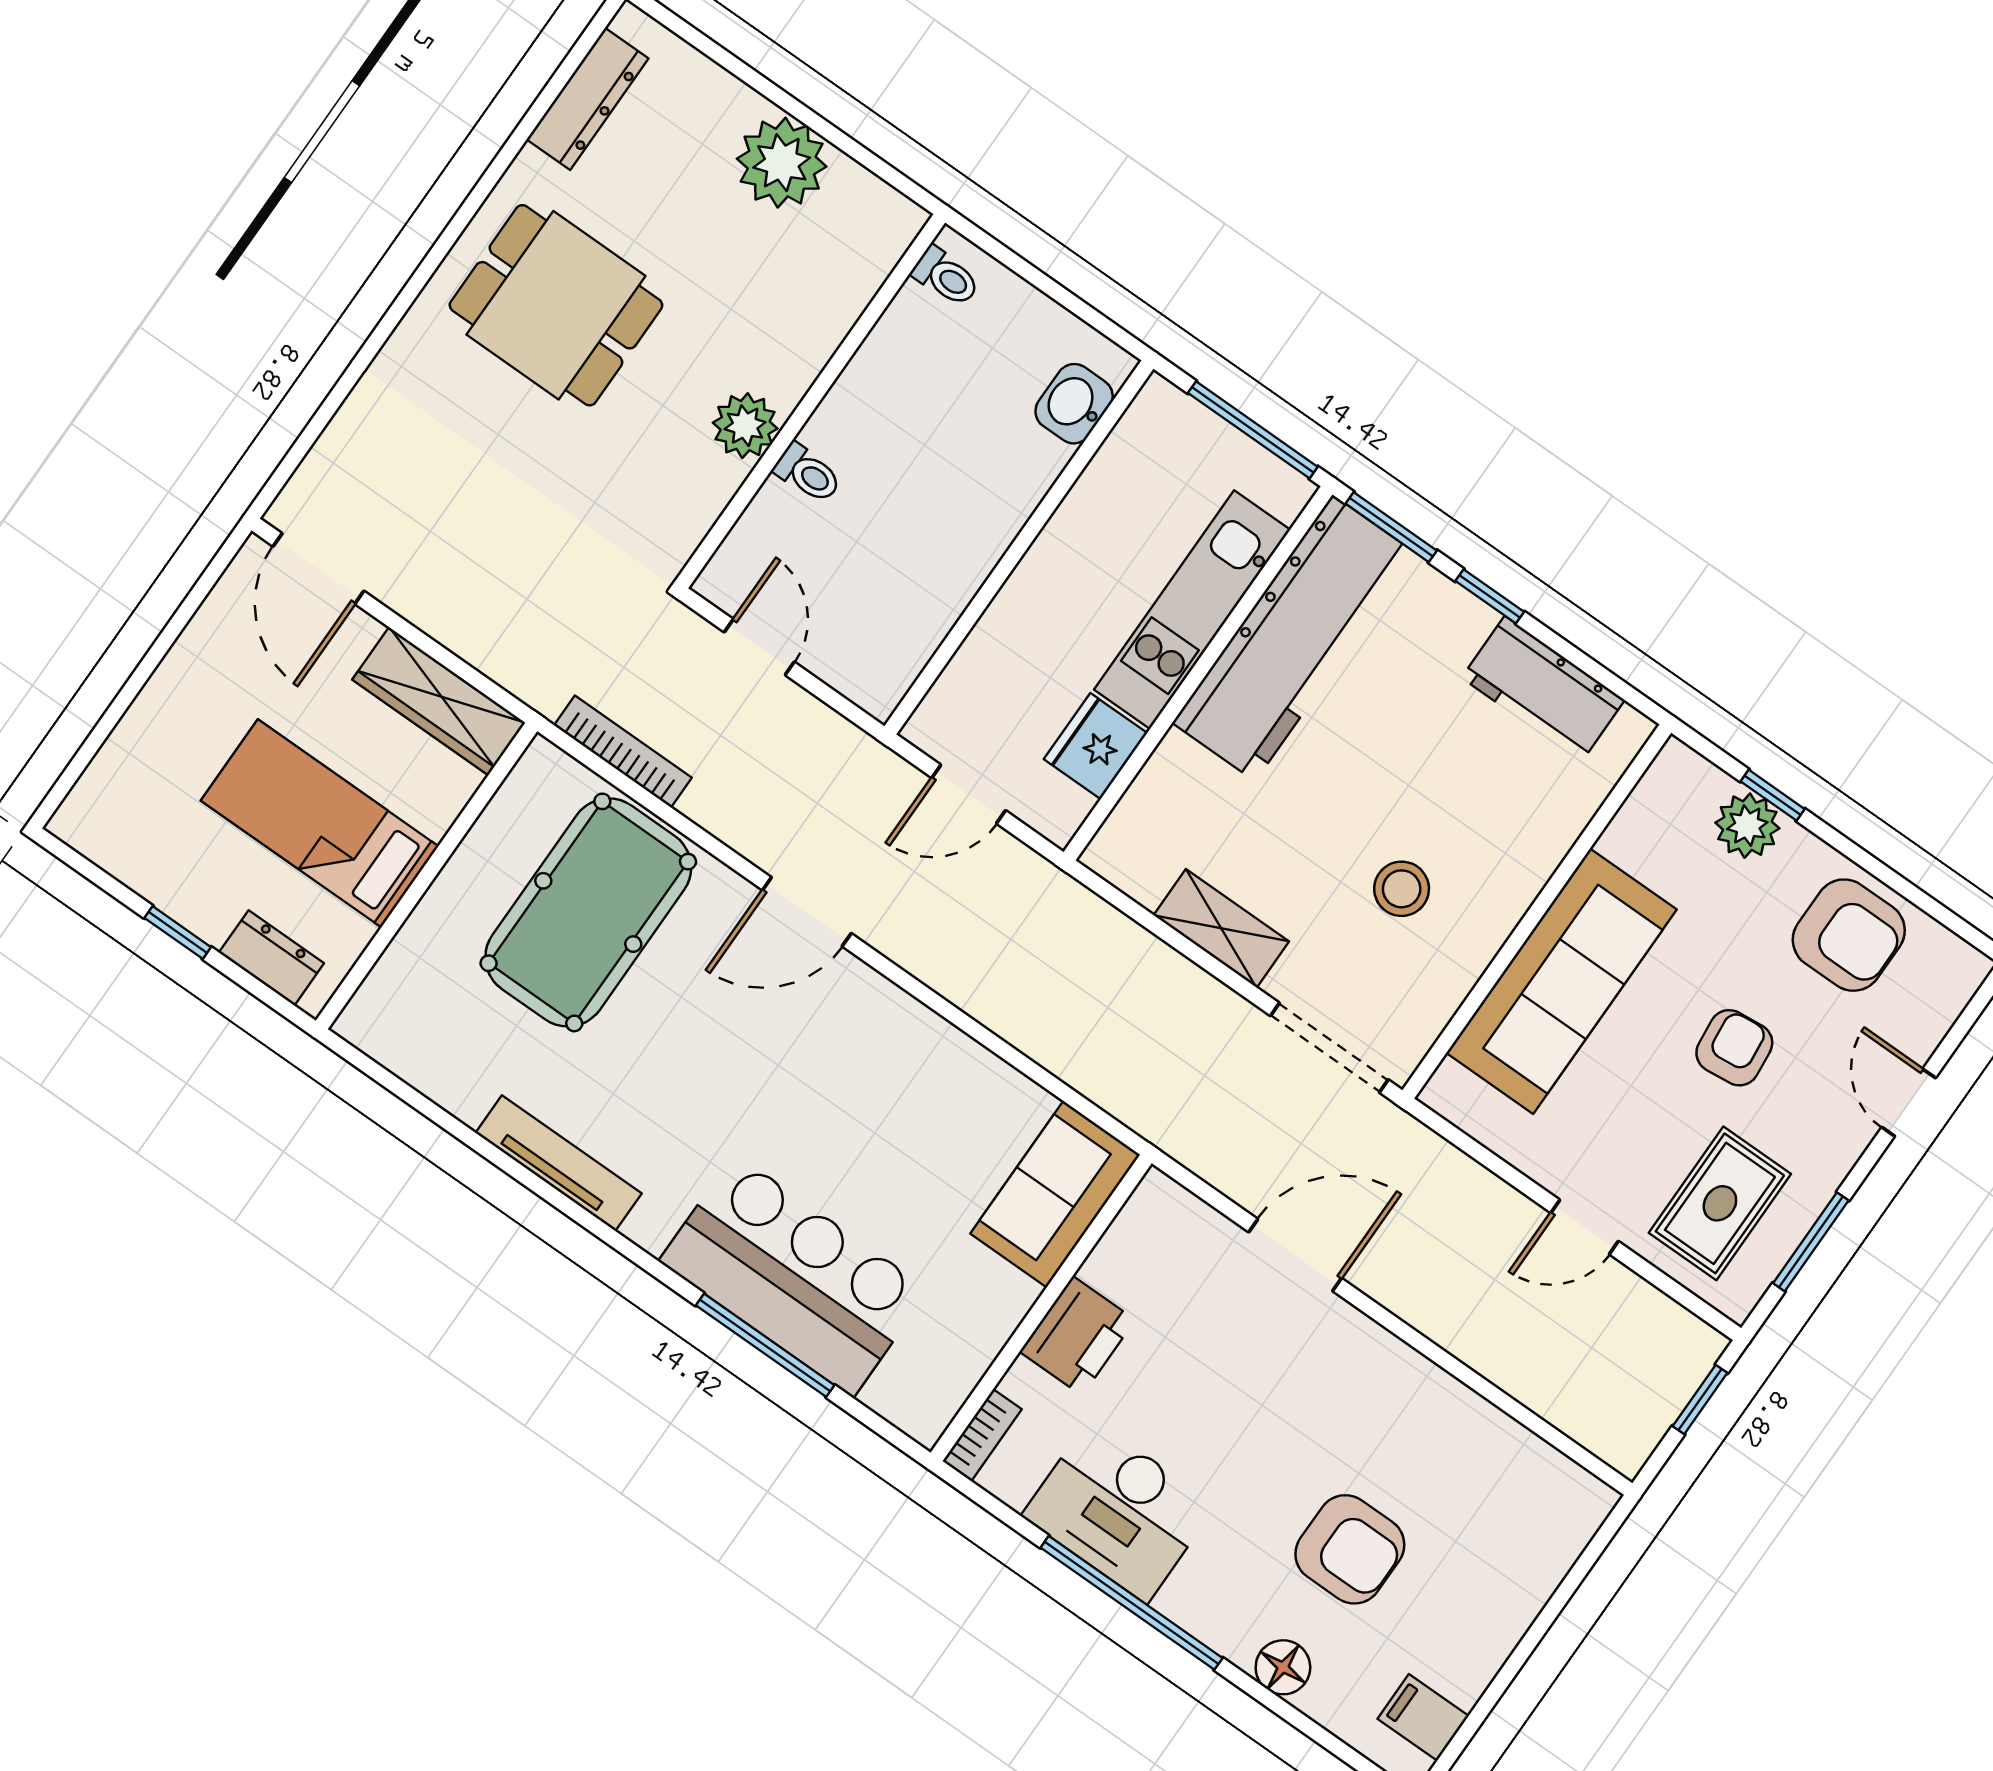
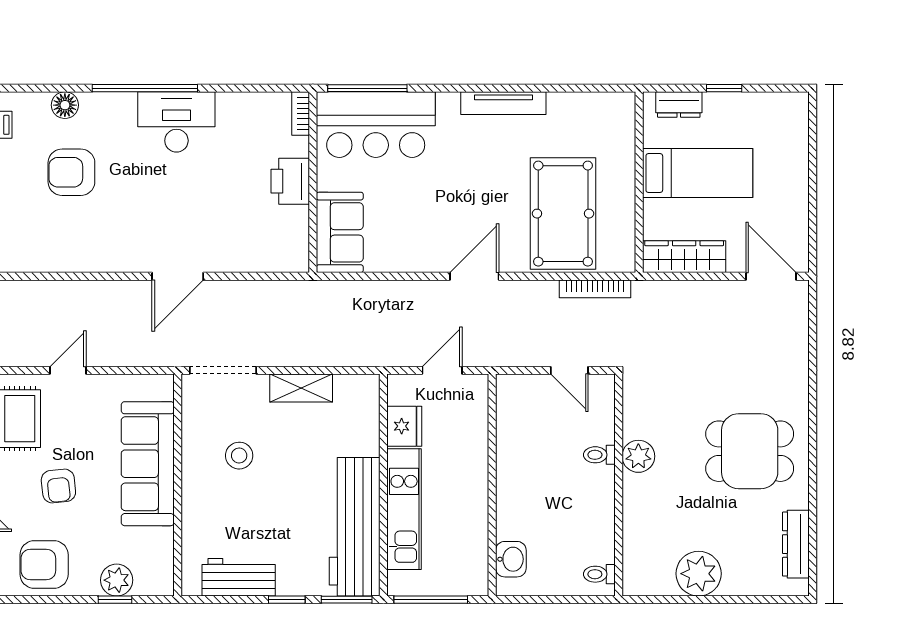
sofa: (1055, 1194) -> (340, 232), moved
wall: (1041, 1308) -> (313, 182), moved
printer: (1077, 1336) -> (290, 181), moved
bookcase: (982, 1435) -> (301, 114), moved

